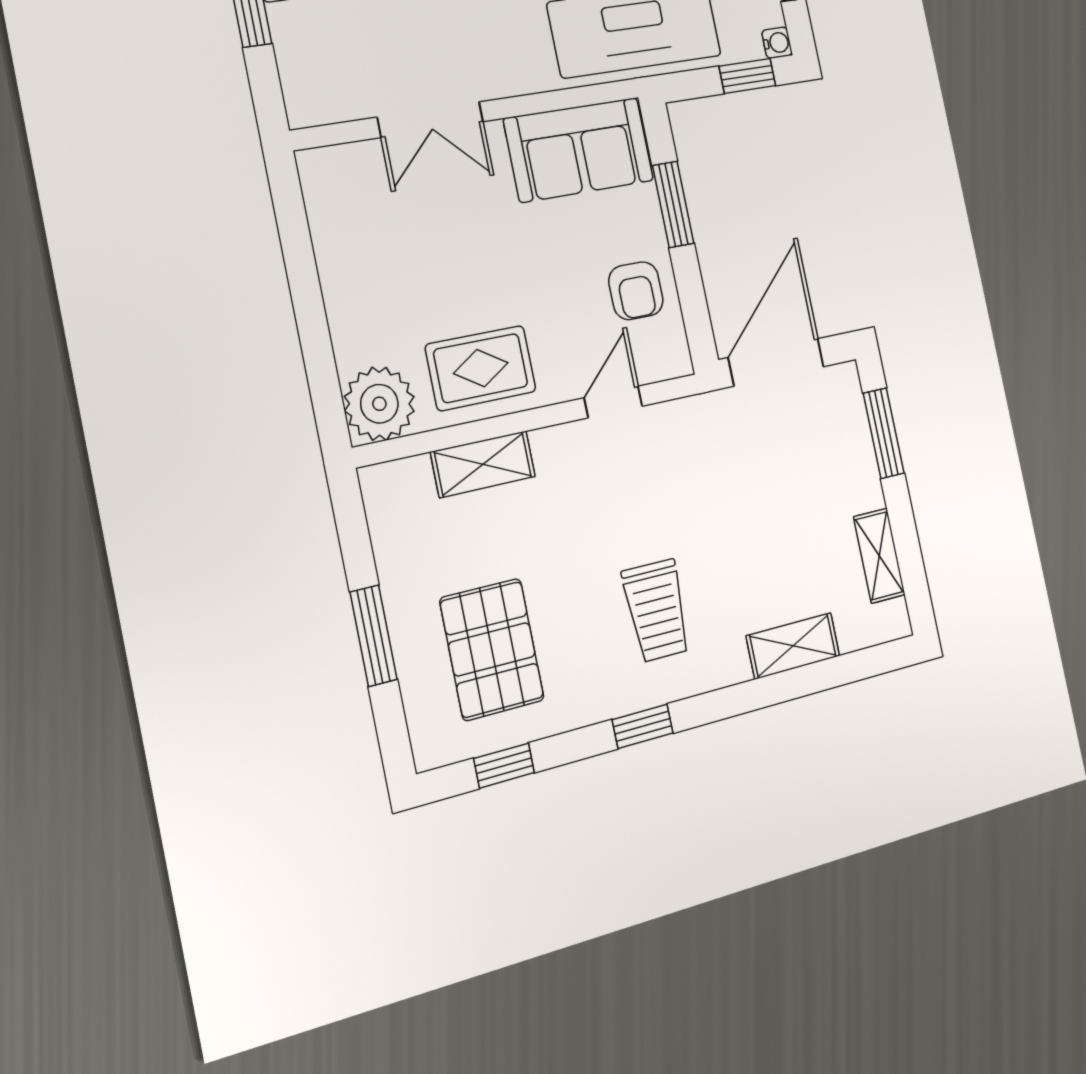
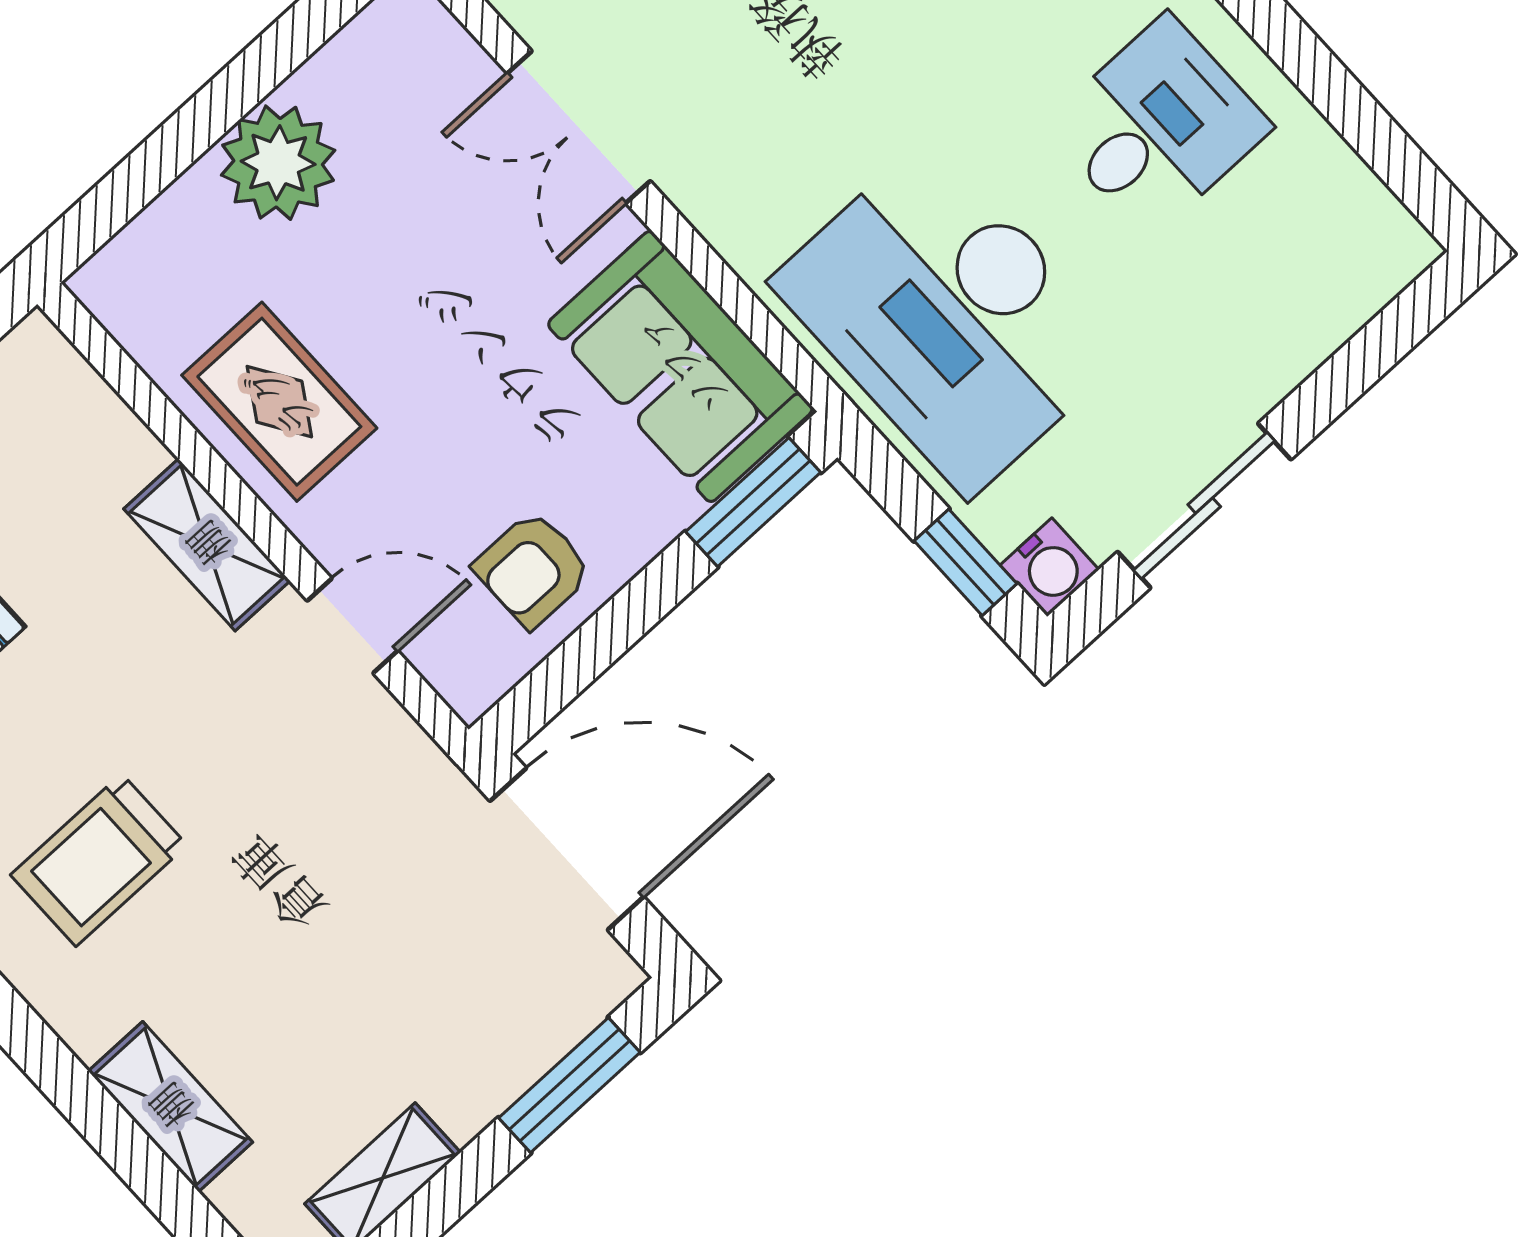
water cooler: (777, 43) -> (1050, 567), width x1.38, depth x1.38
window: (673, 204) -> (753, 502), moved
plant: (379, 404) -> (278, 163), moved
shelving: (483, 464) -> (207, 545), moved

